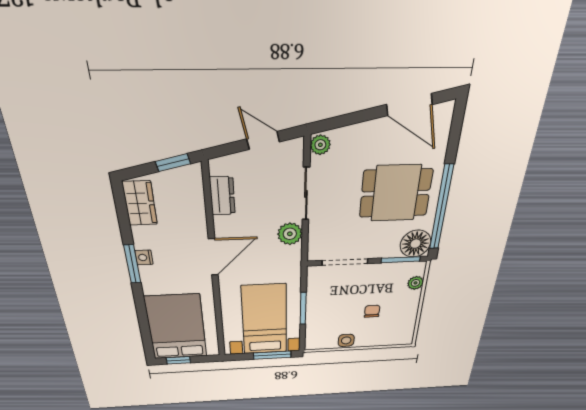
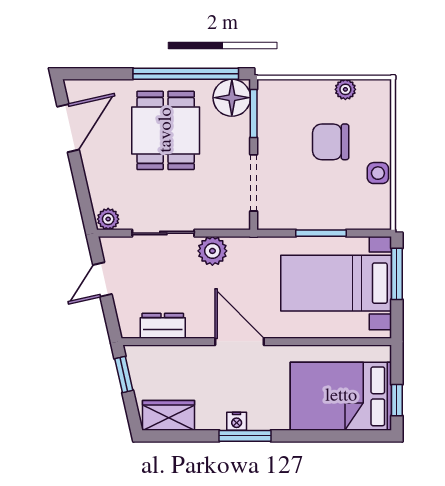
plant: (416, 283) -> (345, 89), moved
chair: (372, 311) -> (331, 142), width x1.87, depth x1.87

